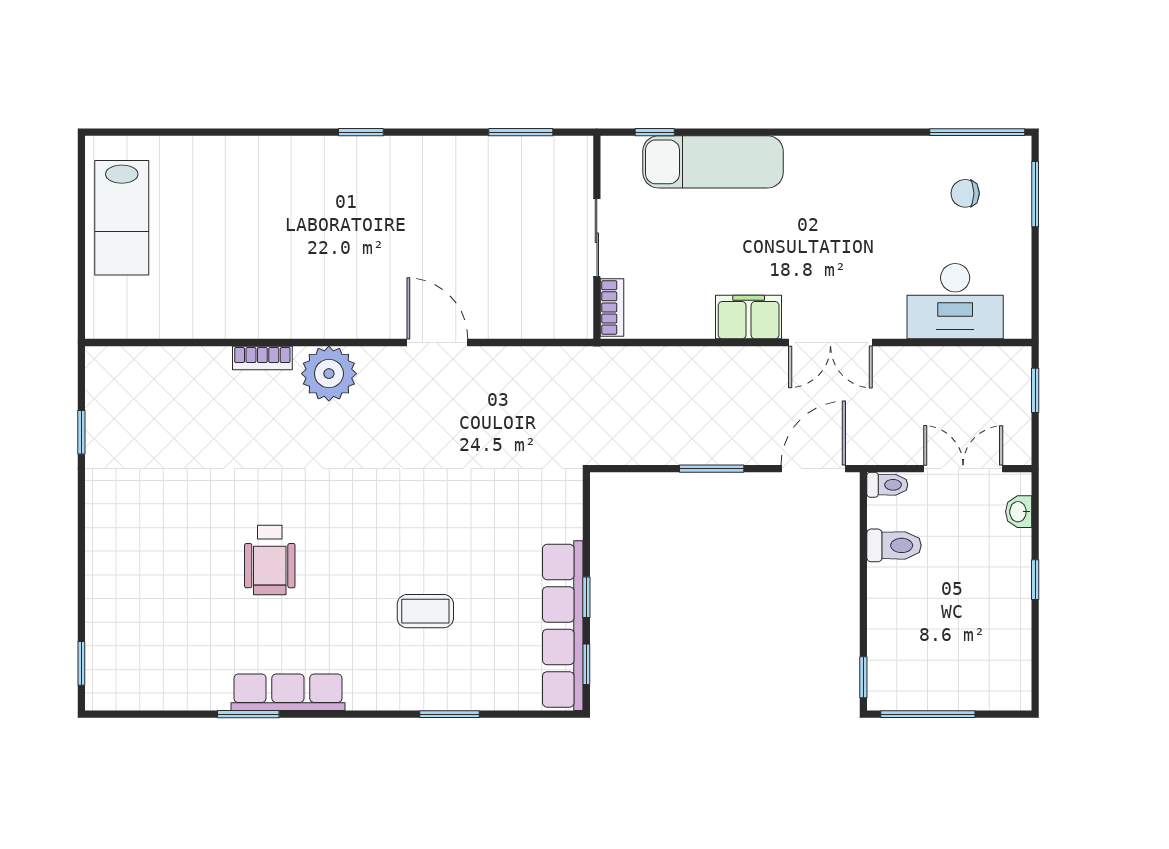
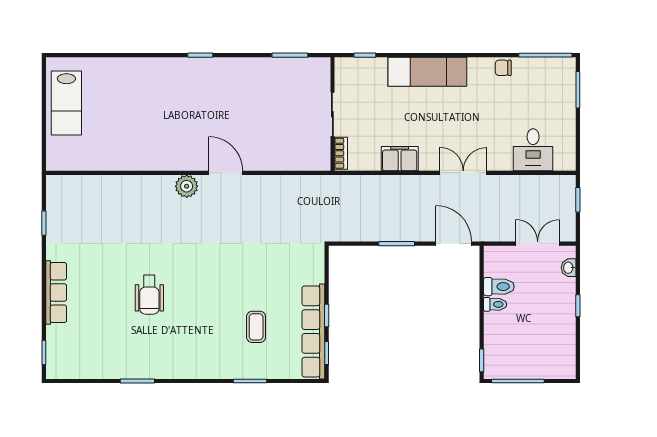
exam couch: (713, 162) -> (427, 72), moved
chair: (965, 193) -> (503, 68), moved
desk: (955, 301) -> (533, 150), width x0.73
filing cabinet: (749, 317) -> (400, 159), moved
door: (437, 343) -> (226, 173), moved
double door: (830, 343) -> (463, 173), swing flipped
bookcase: (262, 358) -> (145, 182), removed
plant: (329, 374) -> (187, 186), width x0.73, depth x0.73
door: (813, 469) -> (454, 244), hinge flipped
toilet: (887, 485) -> (495, 304), moved
coffee table: (425, 611) -> (256, 327), moved, turned 90
row of seats: (288, 692) -> (56, 293), moved, turned 90

